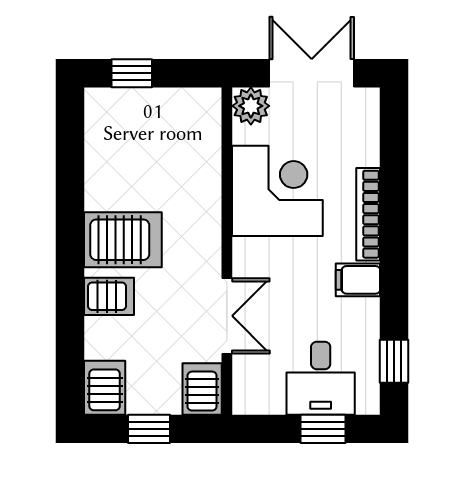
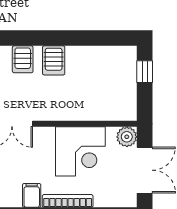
server rack: (123, 240) -> (54, 60), width x0.73, depth x0.70

